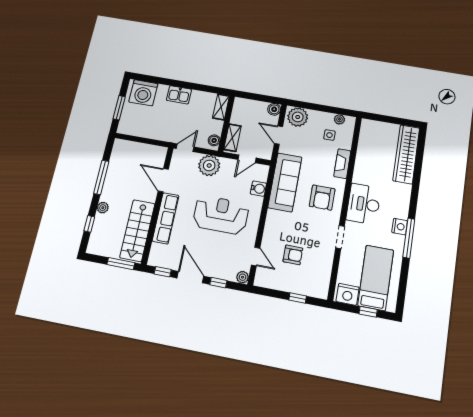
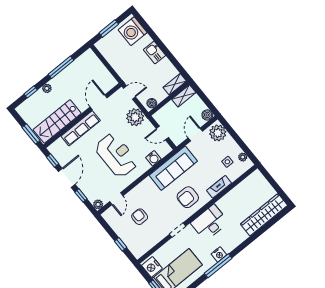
shelving: (232, 138) -> (184, 96), moved
armchair: (293, 255) -> (140, 217), turned 180

